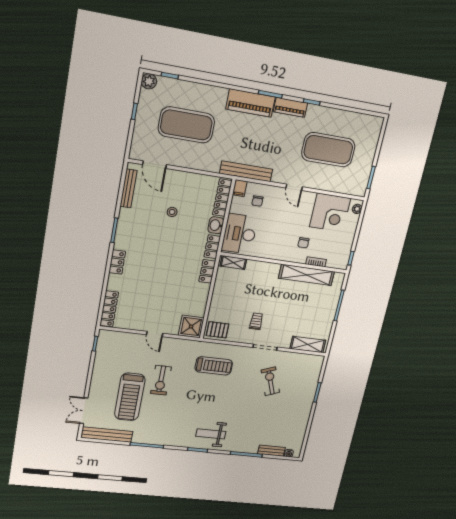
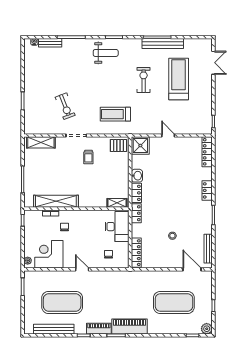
bench: (246, 171) -> (54, 329), moved
filing cabinet: (240, 188) -> (124, 262), removed
washbasin: (216, 225) -> (137, 176), moved
exercise bike: (161, 380) -> (144, 80), moved
bench: (107, 435) -> (163, 43), moved

